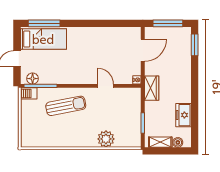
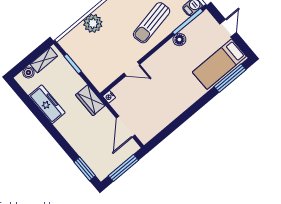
floor lamp: (33, 79) -> (179, 40), moved
freezer: (183, 115) -> (47, 104), width x1.40

